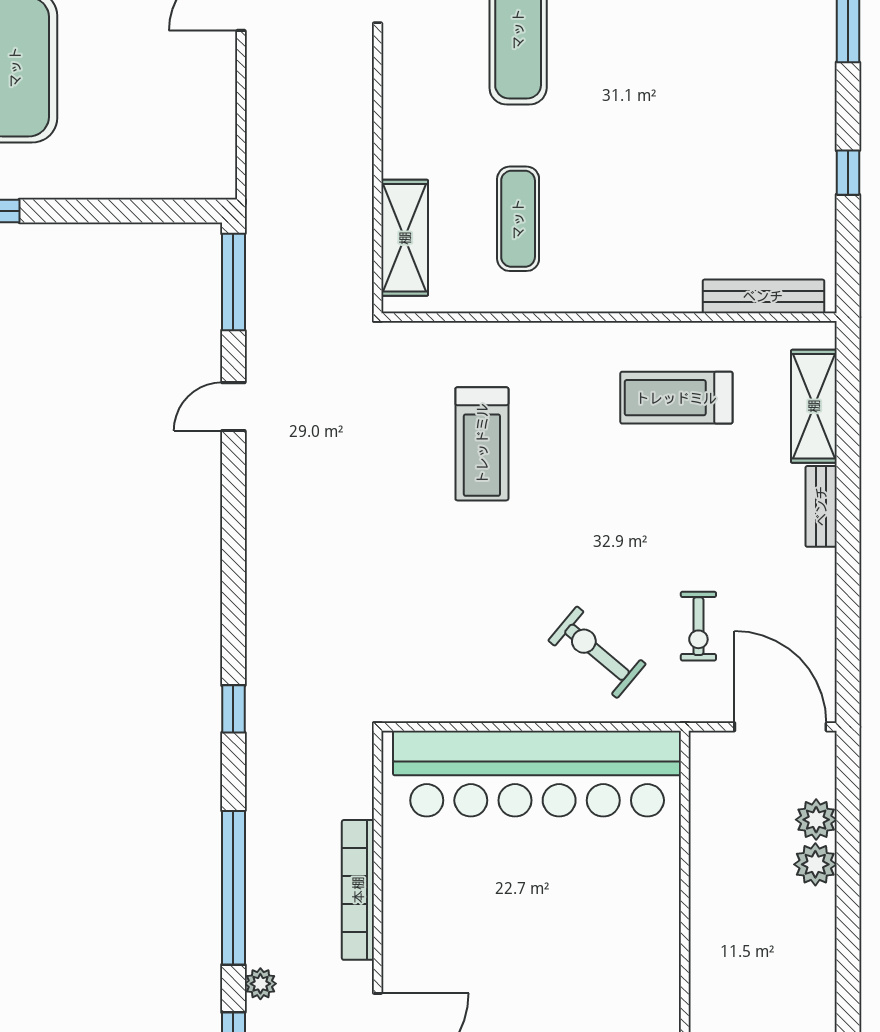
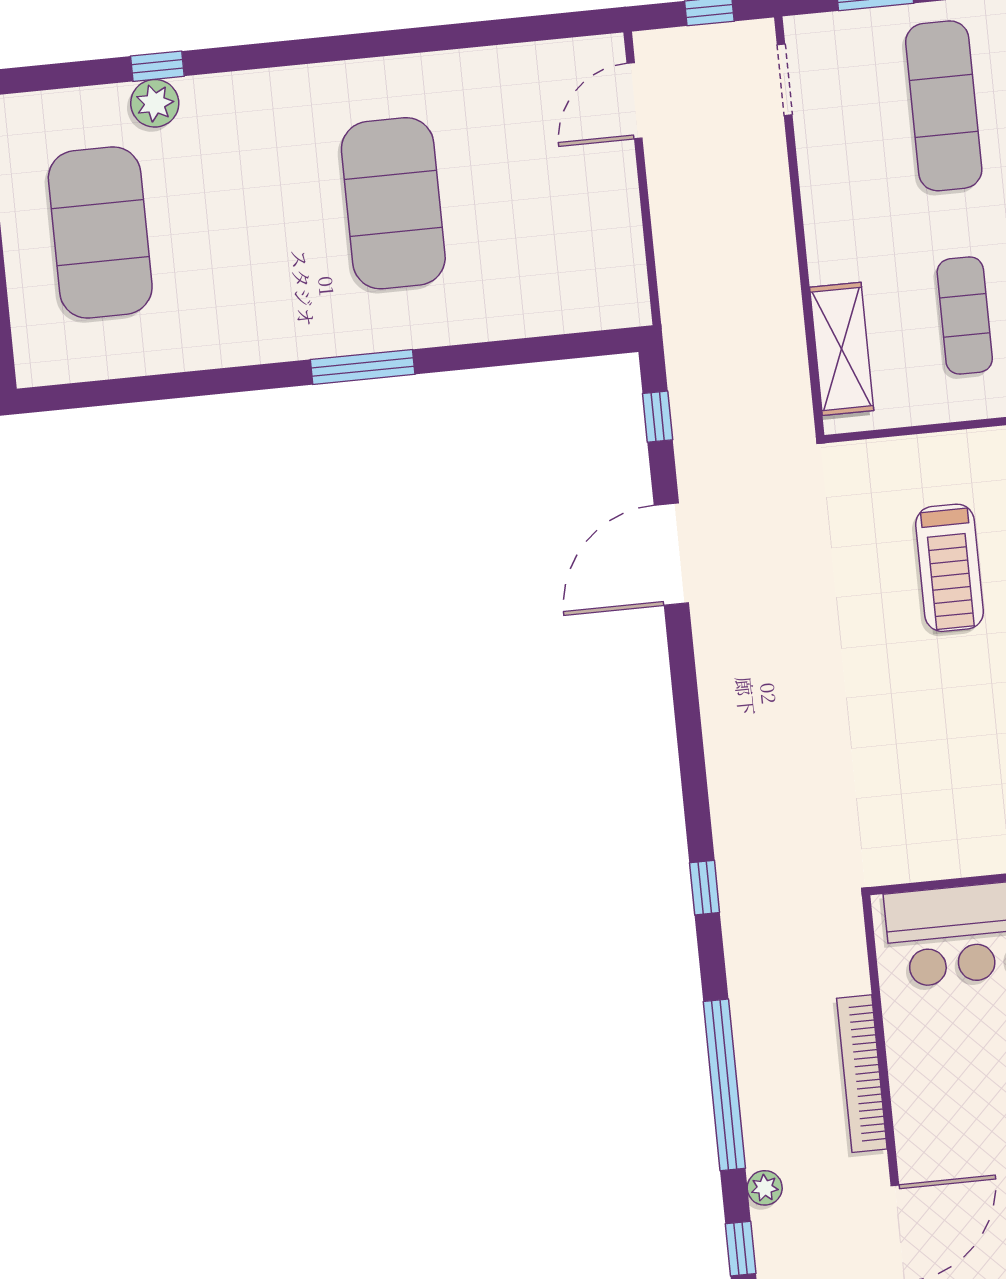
window: (233, 282) -> (658, 417), width x0.46
door: (233, 407) -> (671, 554), width x1.87

